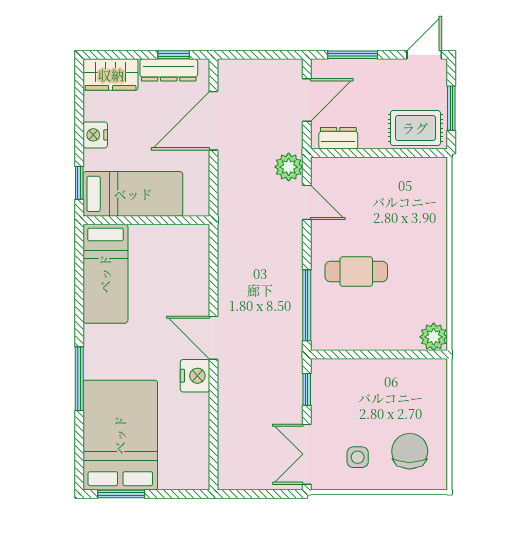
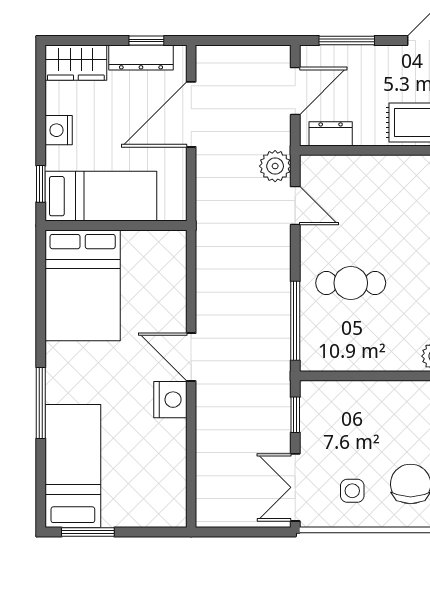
bed: (105, 274) -> (83, 285), width x1.50
bed: (120, 435) -> (73, 466), width x0.67

